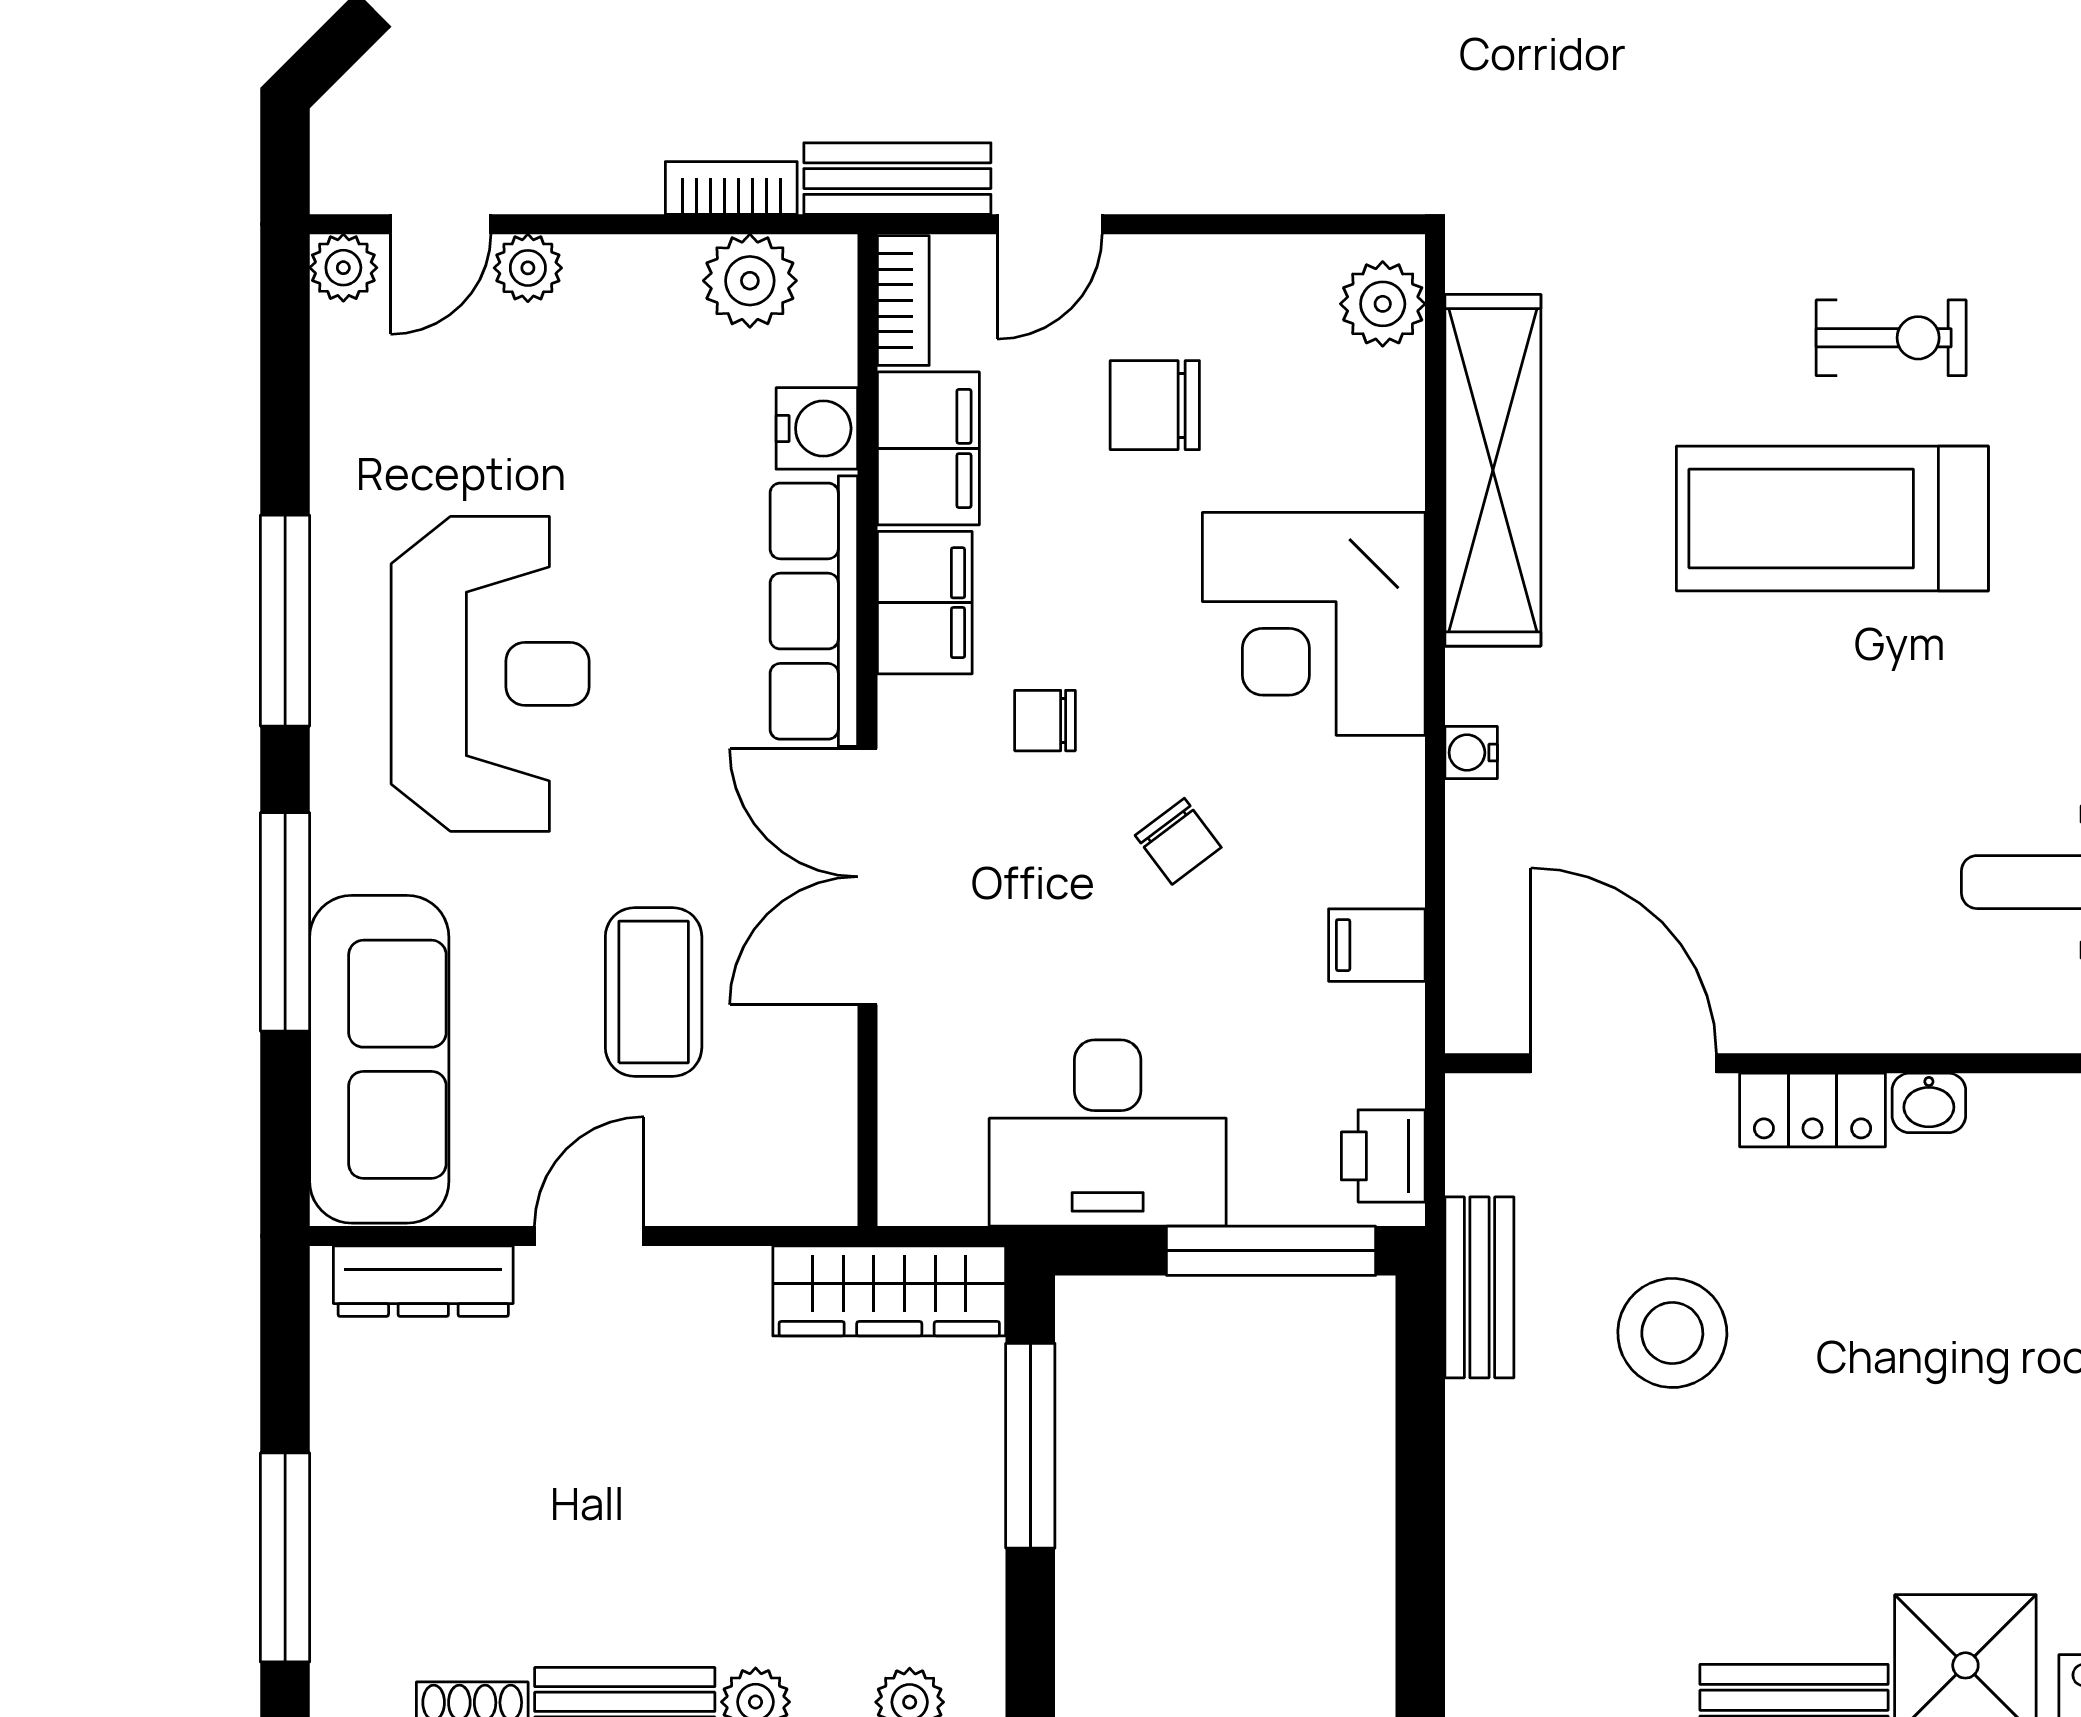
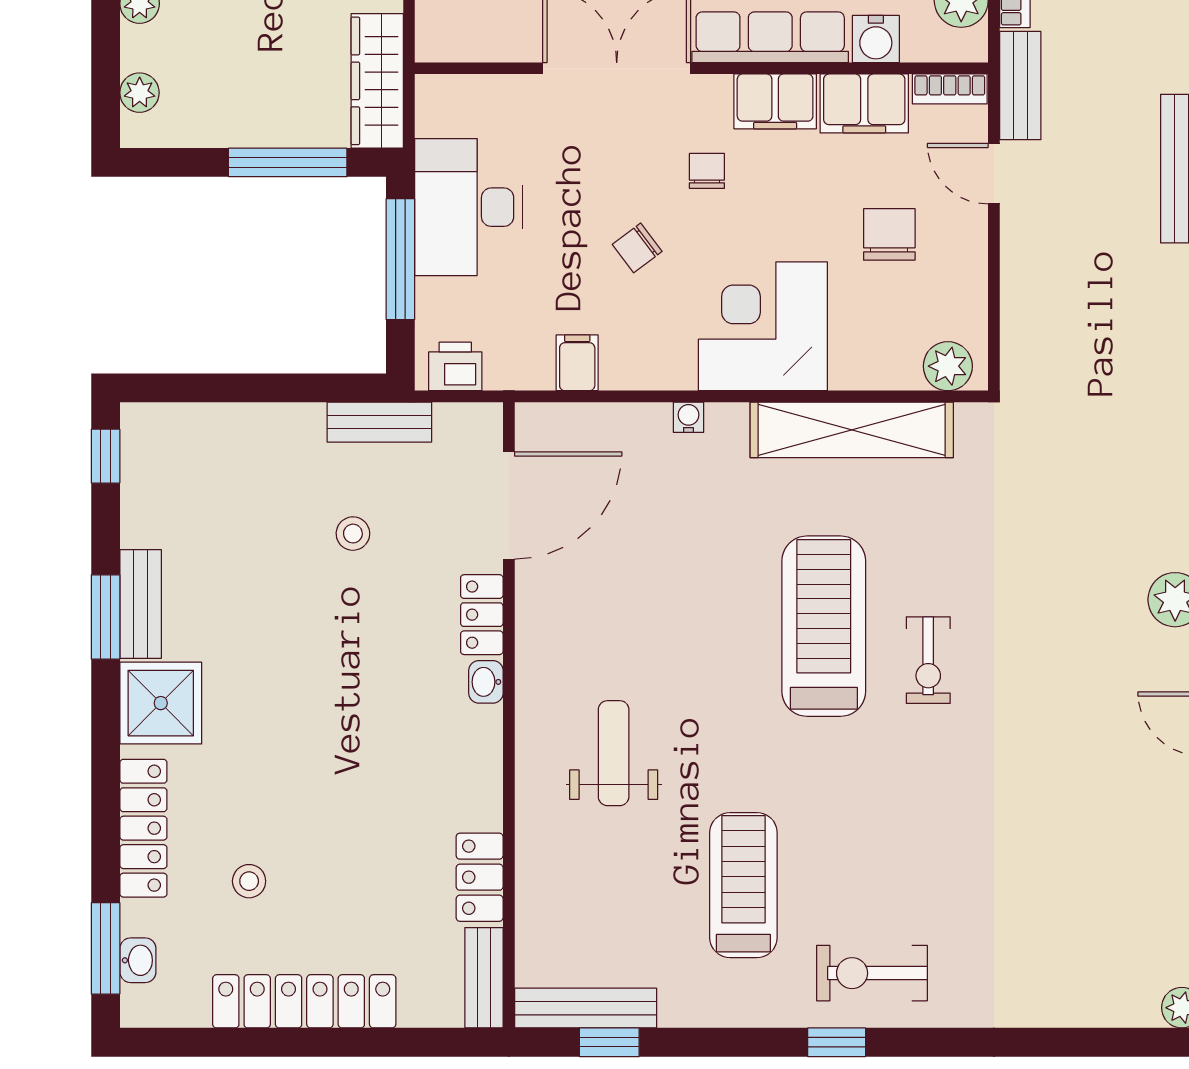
window: (1271, 1251) -> (400, 259), moved
stool: (1672, 1333) -> (353, 534), width x0.53, depth x0.53

